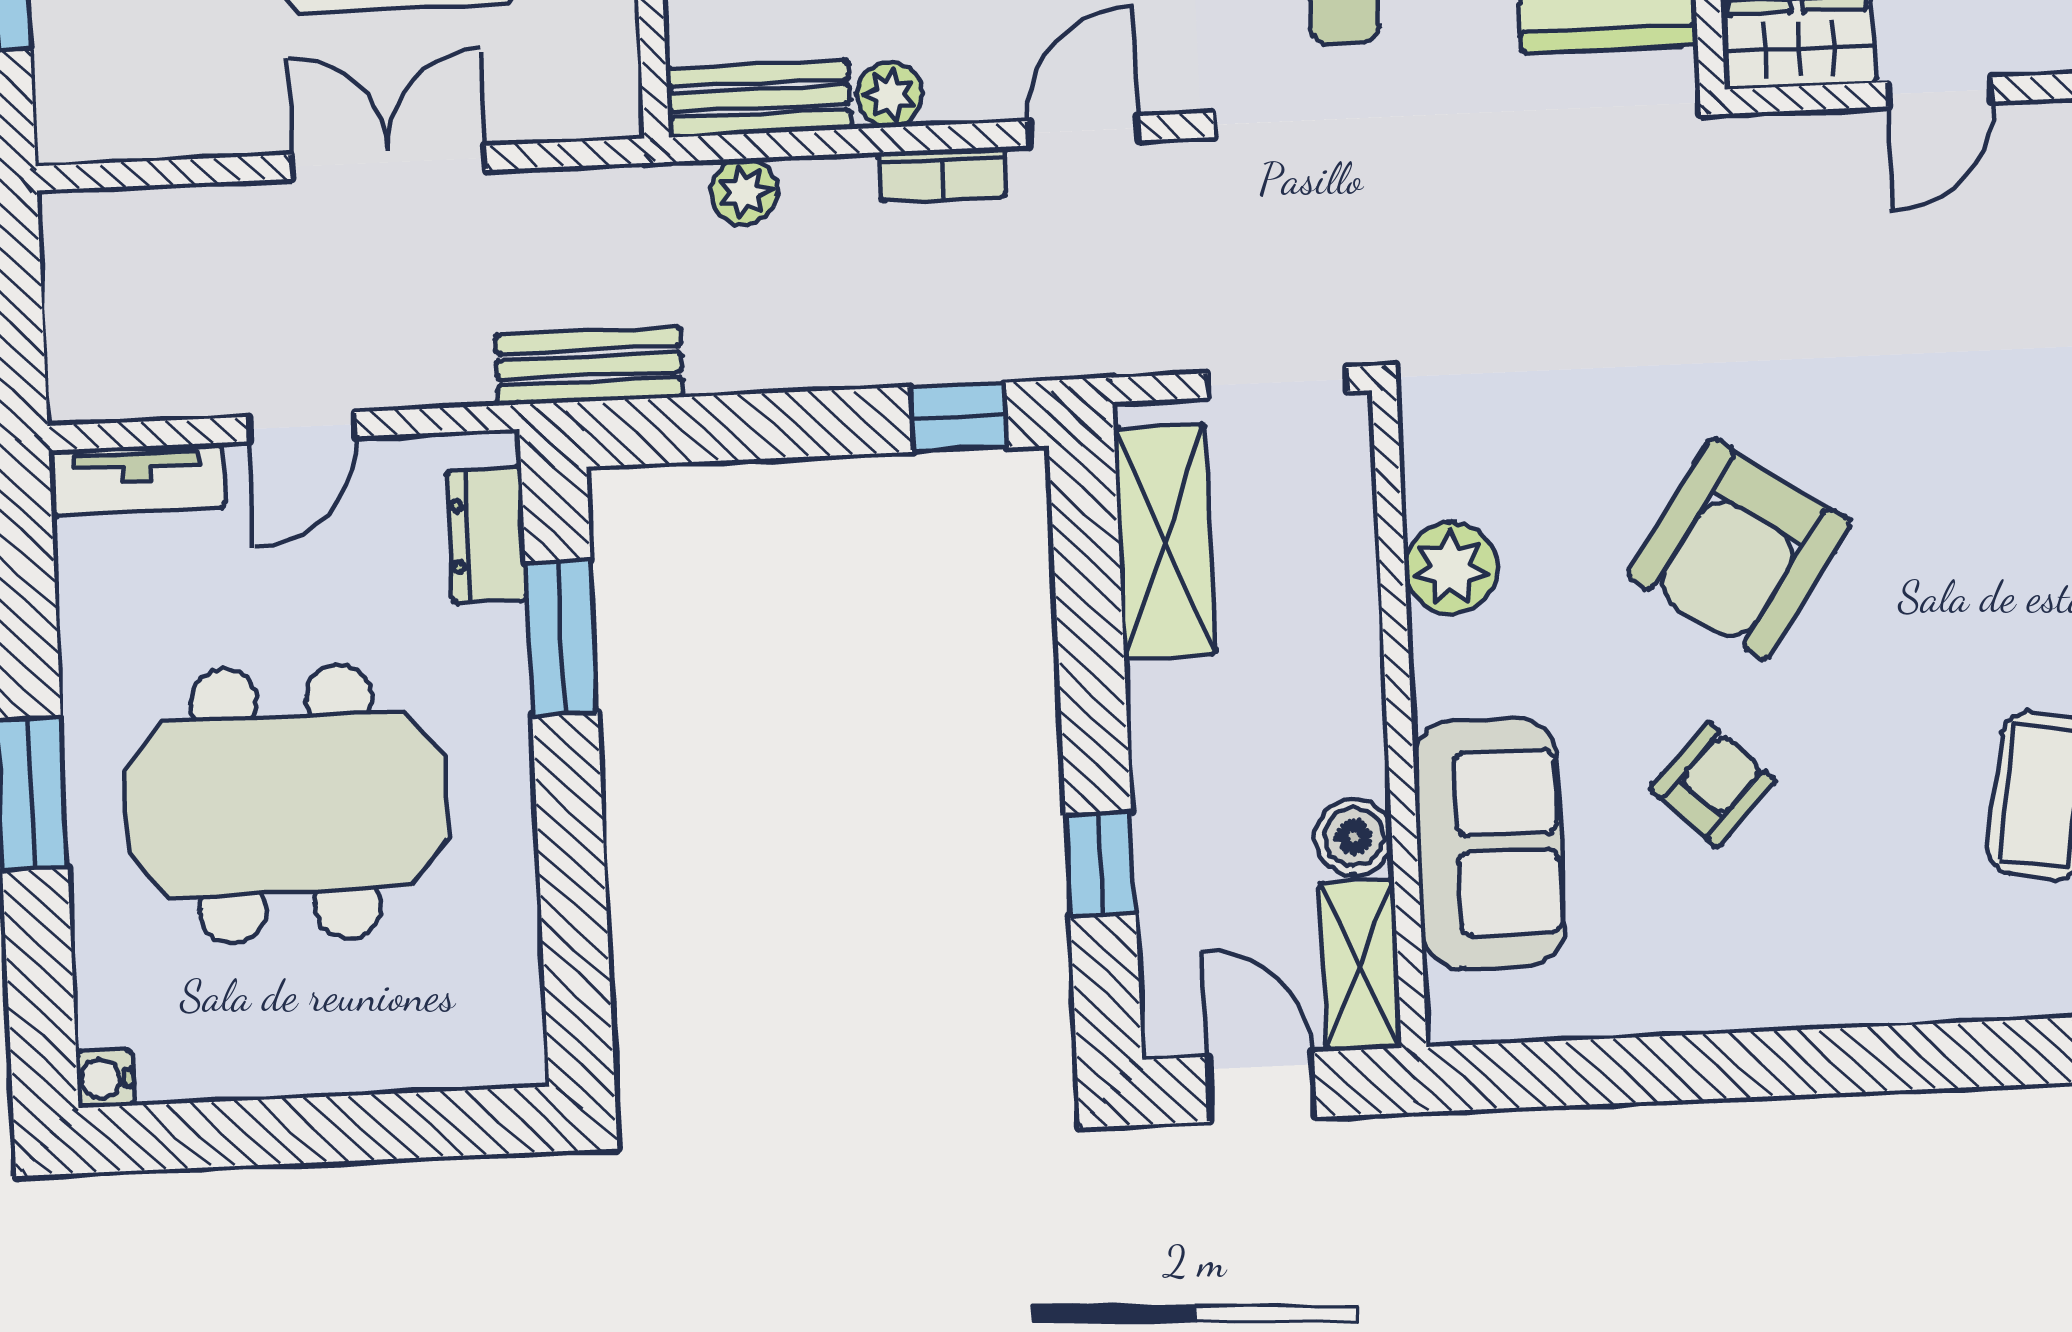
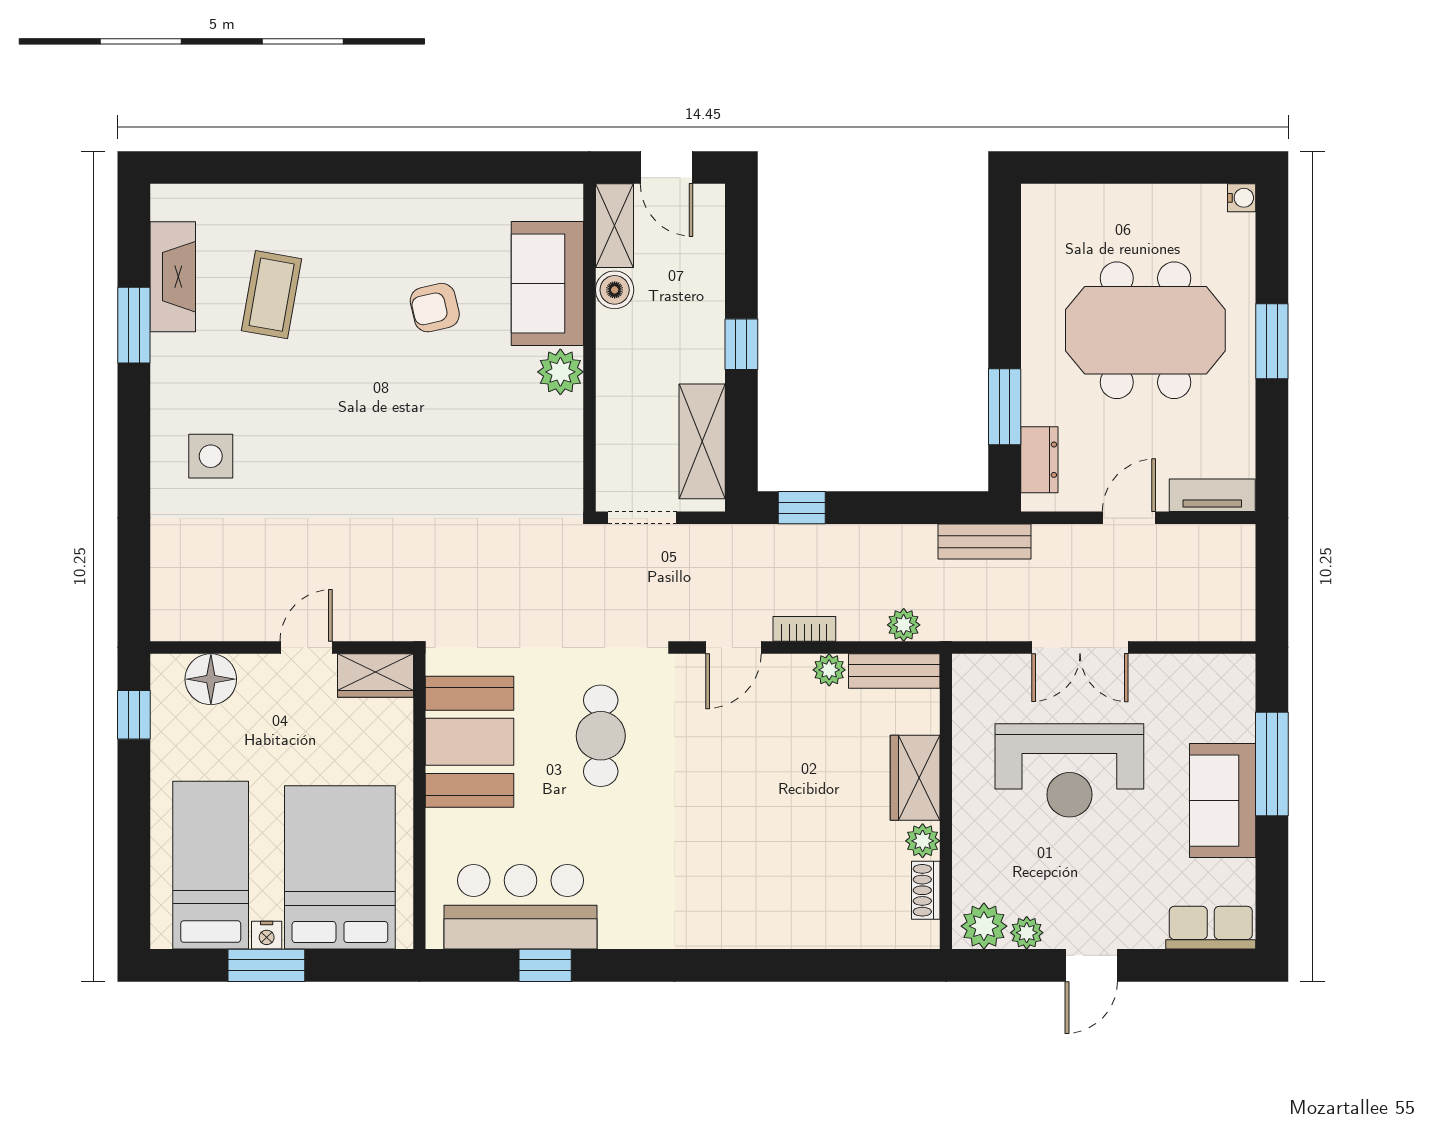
armchair: (1739, 549) -> (416, 424), removed
plant: (1451, 568) -> (560, 372), moved
armchair: (1713, 785) -> (435, 308), turned 33
window: (1101, 864) -> (741, 344), moved

